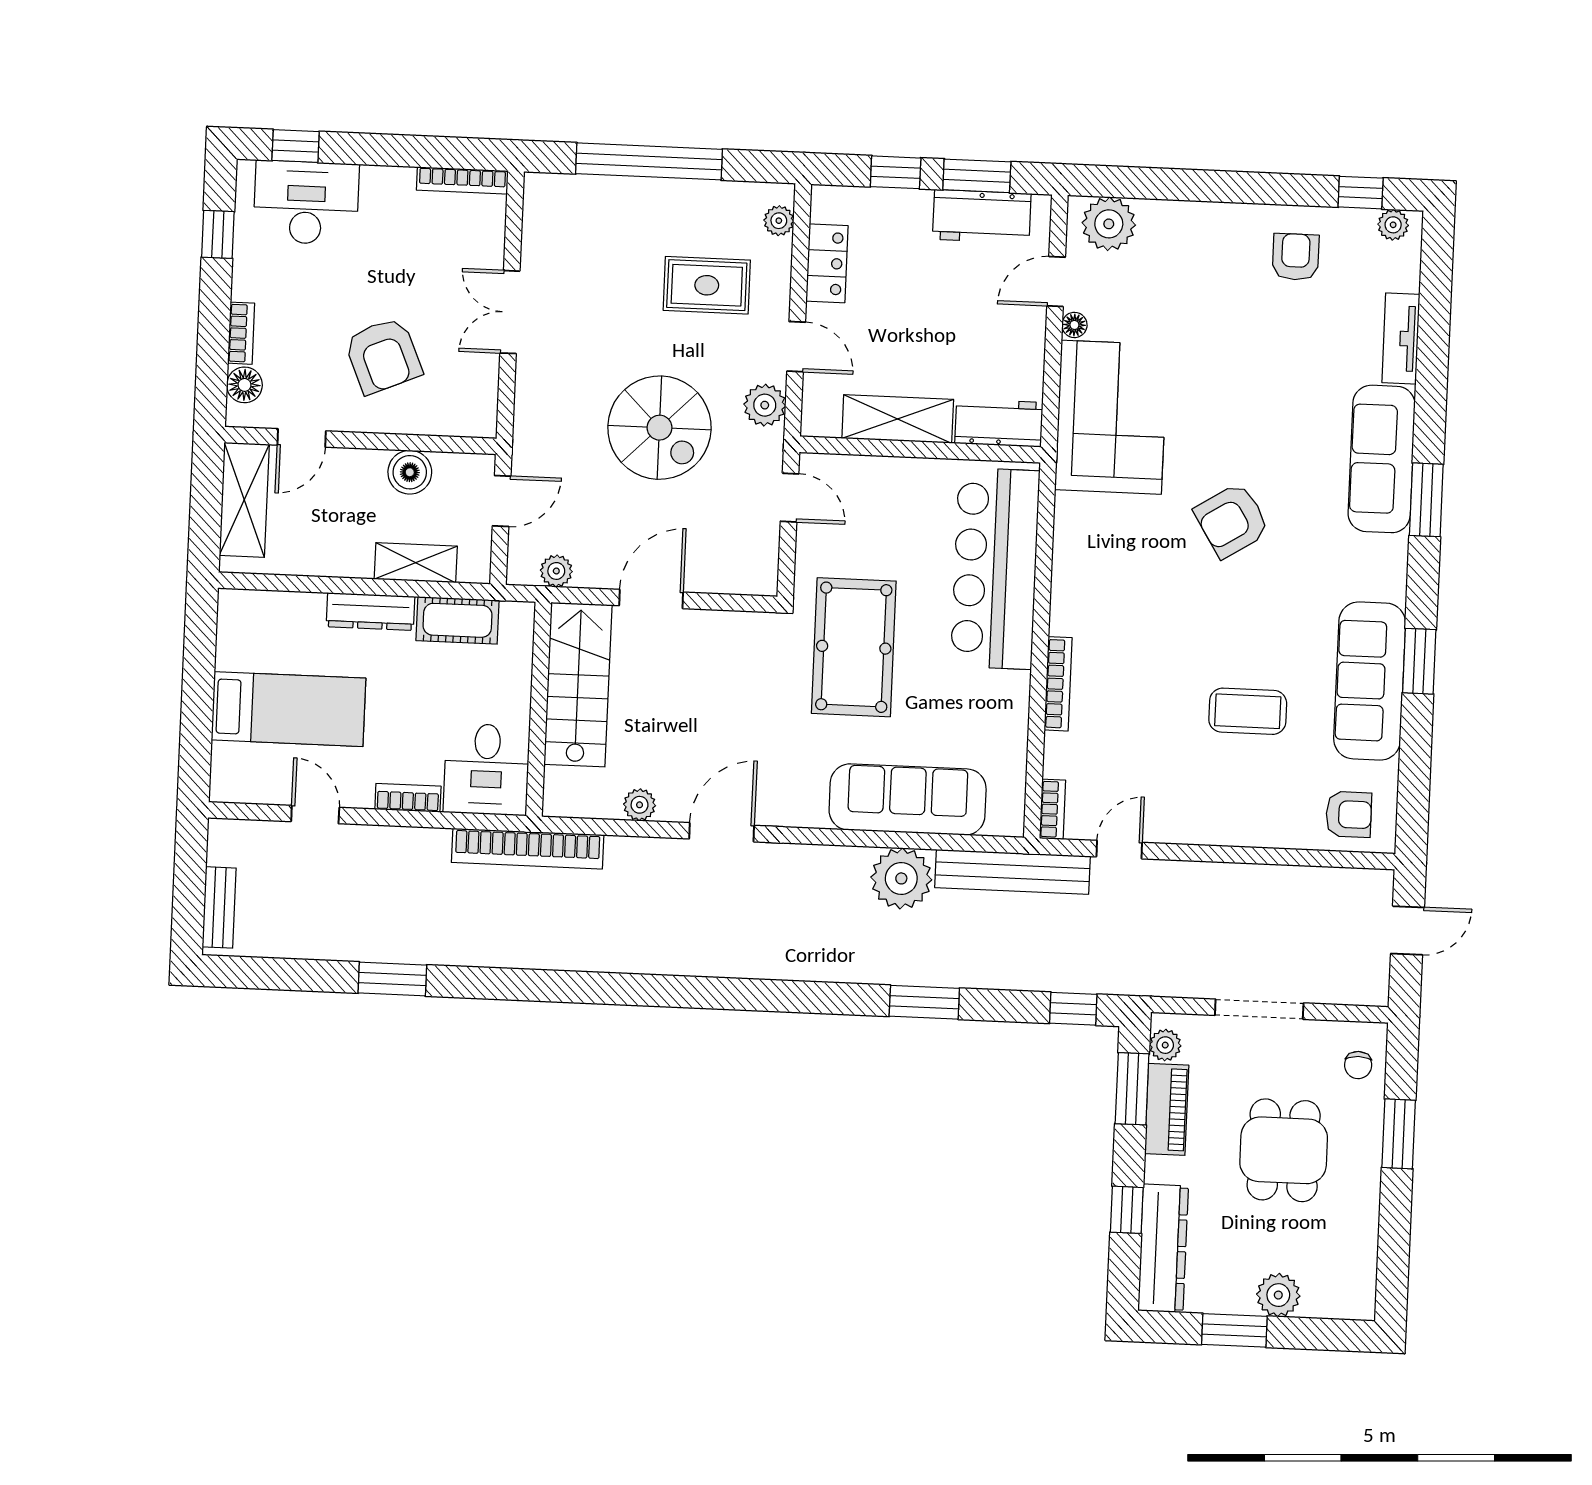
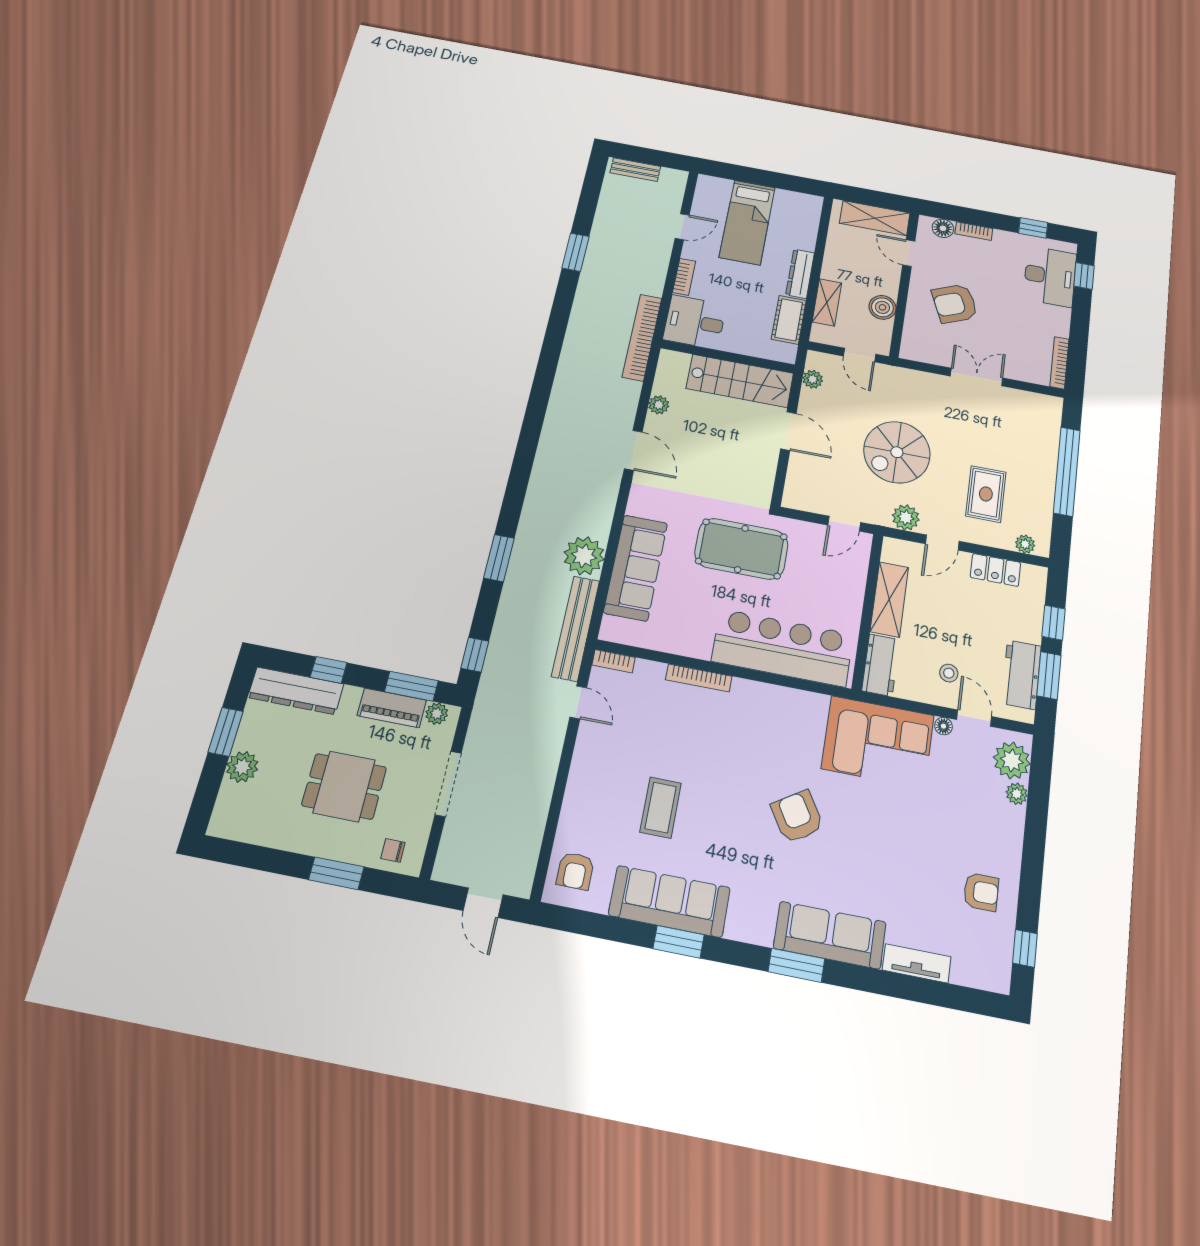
plant: (1393, 225) -> (1017, 794), moved
stool: (996, 323) -> (949, 673), added

